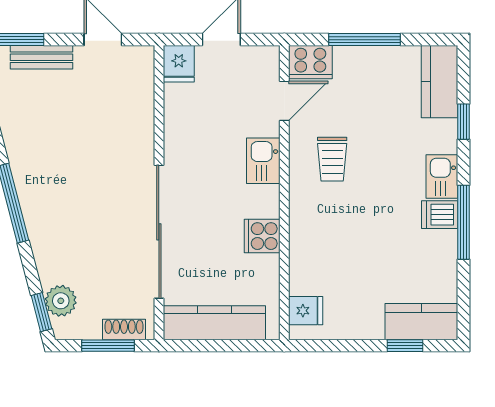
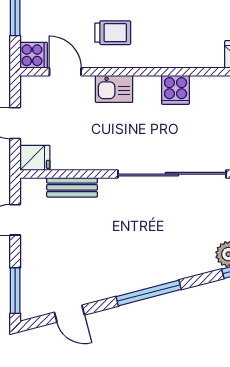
bench: (41, 57) -> (72, 187), moved, turned 90
cooker: (310, 62) -> (34, 55), width x0.73

